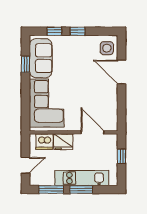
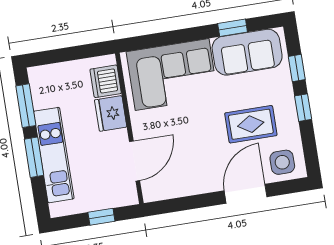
rug: (82, 63) -> (251, 124), added
door: (25, 165) -> (60, 55), removed

